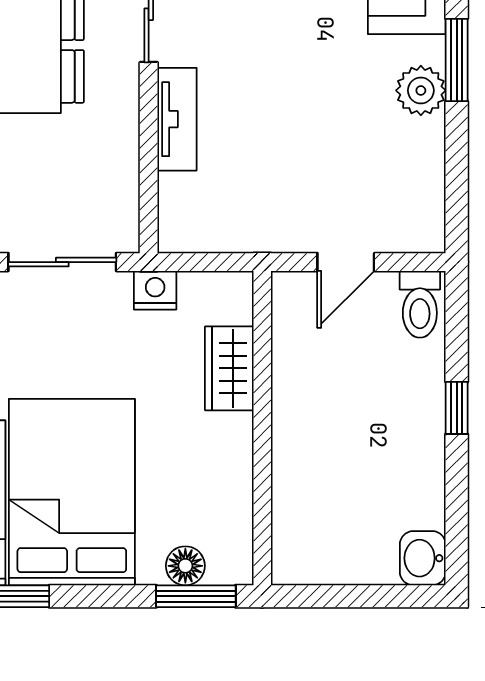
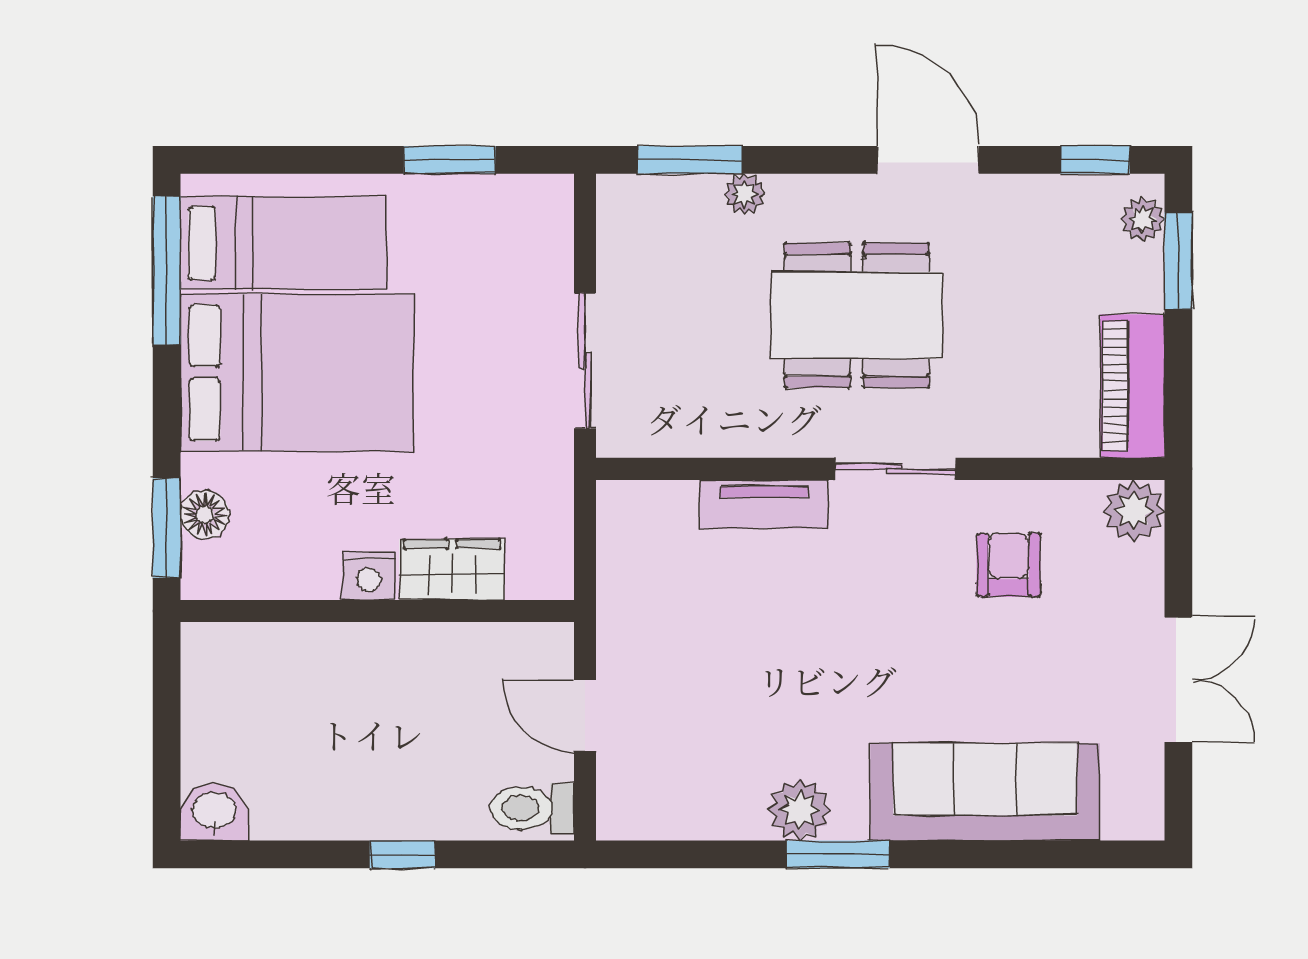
nightstand: (155, 290) -> (369, 576), moved, turned 90

